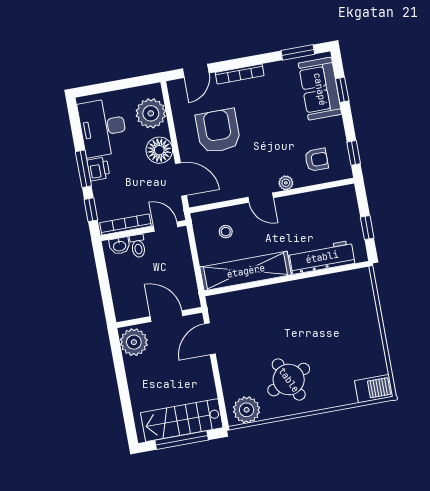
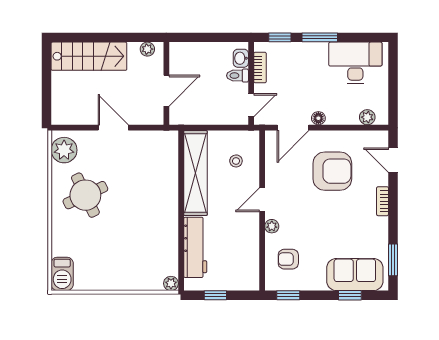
bookcase: (240, 74) -> (383, 201), width x0.64
plant: (151, 113) -> (367, 117), width x0.53, depth x0.53
floor lamp: (159, 150) -> (318, 118), width x0.53, depth x0.53
armchair: (316, 160) -> (288, 259), turned 90
printer: (98, 169) -> (317, 51), removed
bookcase: (125, 224) -> (260, 68), width x0.64
plant: (363, 275) -> (171, 283), added
door: (210, 339) -> (113, 128), moved
plant: (134, 342) -> (147, 49), width x0.53, depth x0.53
stairs: (182, 420) -> (89, 56), moved, turned 90
window: (182, 440) -> (47, 84), removed

